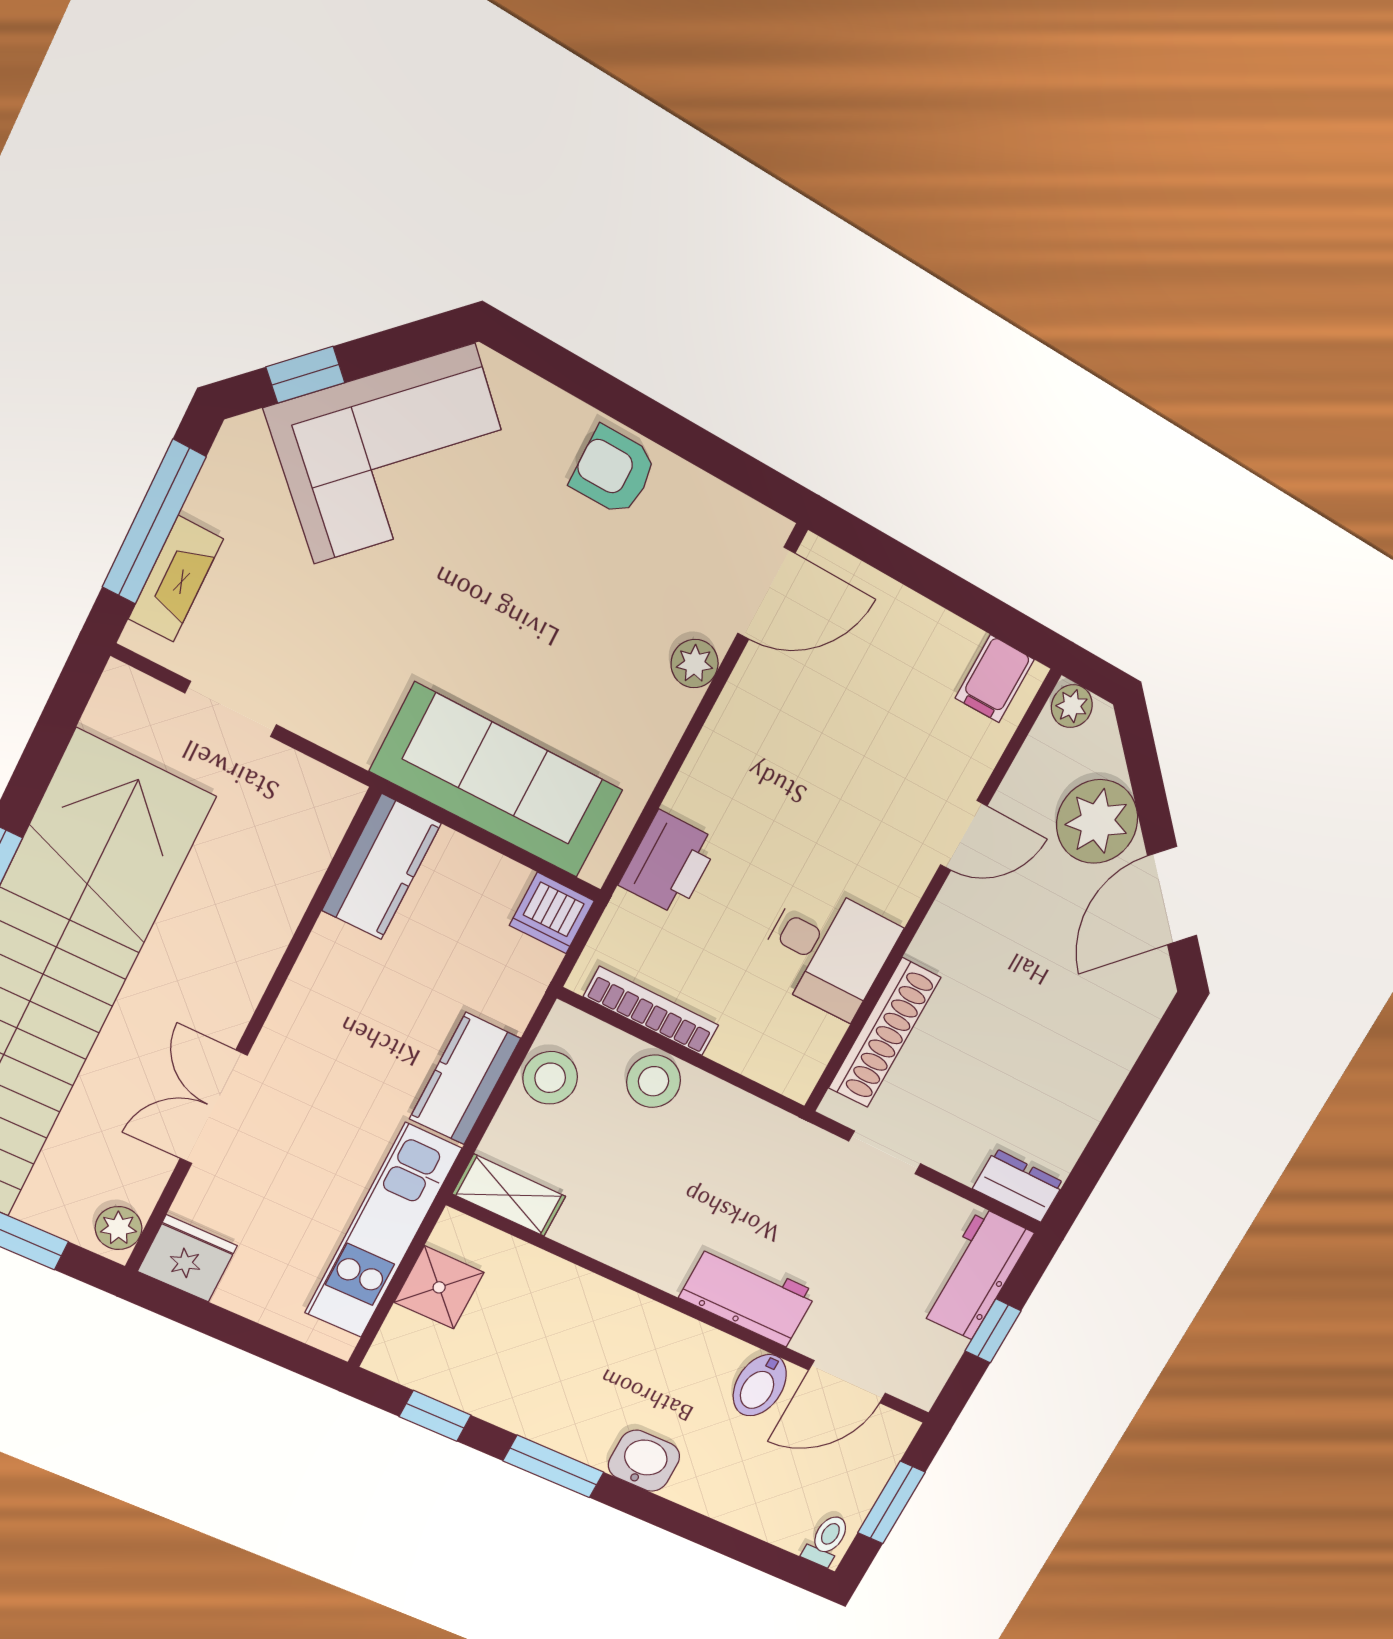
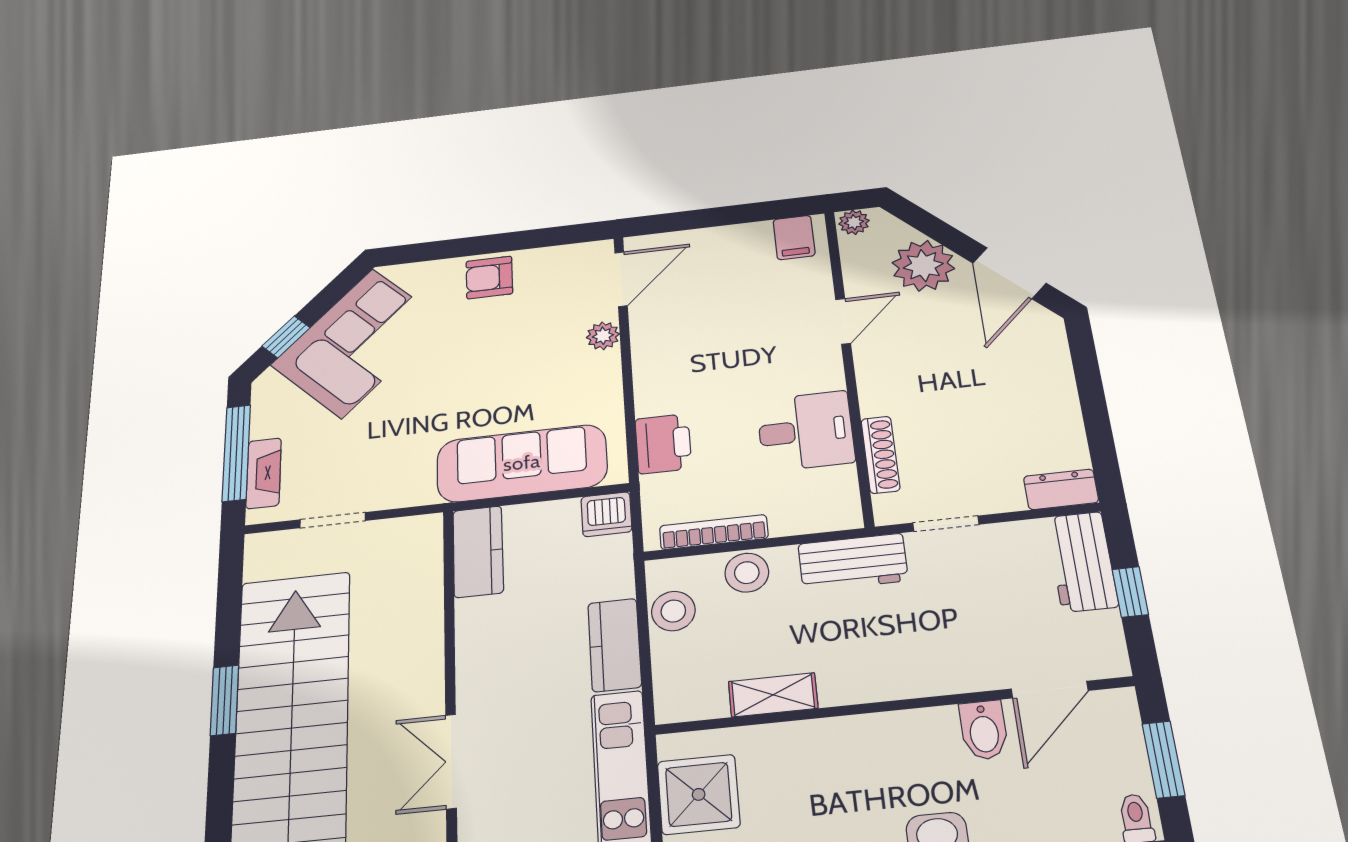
shoe rack: (885, 1033) -> (880, 455), width x0.74, depth x0.81
shelving: (509, 1195) -> (773, 695), moved
shower: (439, 1287) -> (699, 794), width x1.36, depth x1.36
workbench: (748, 1295) -> (853, 562), moved, turned 180

